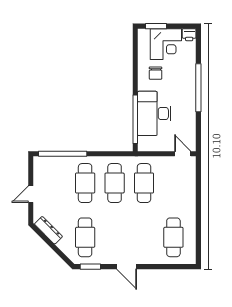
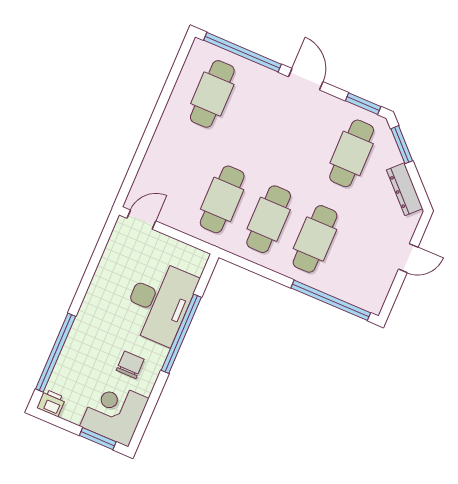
corner desk: (166, 44) -> (114, 412), moved
window: (198, 88) -> (56, 353), moved
window: (135, 119) -> (181, 334), moved
door: (183, 154) -> (141, 220), swing flipped
window: (60, 253) -> (402, 145), added
window: (167, 267) -> (243, 52), added

